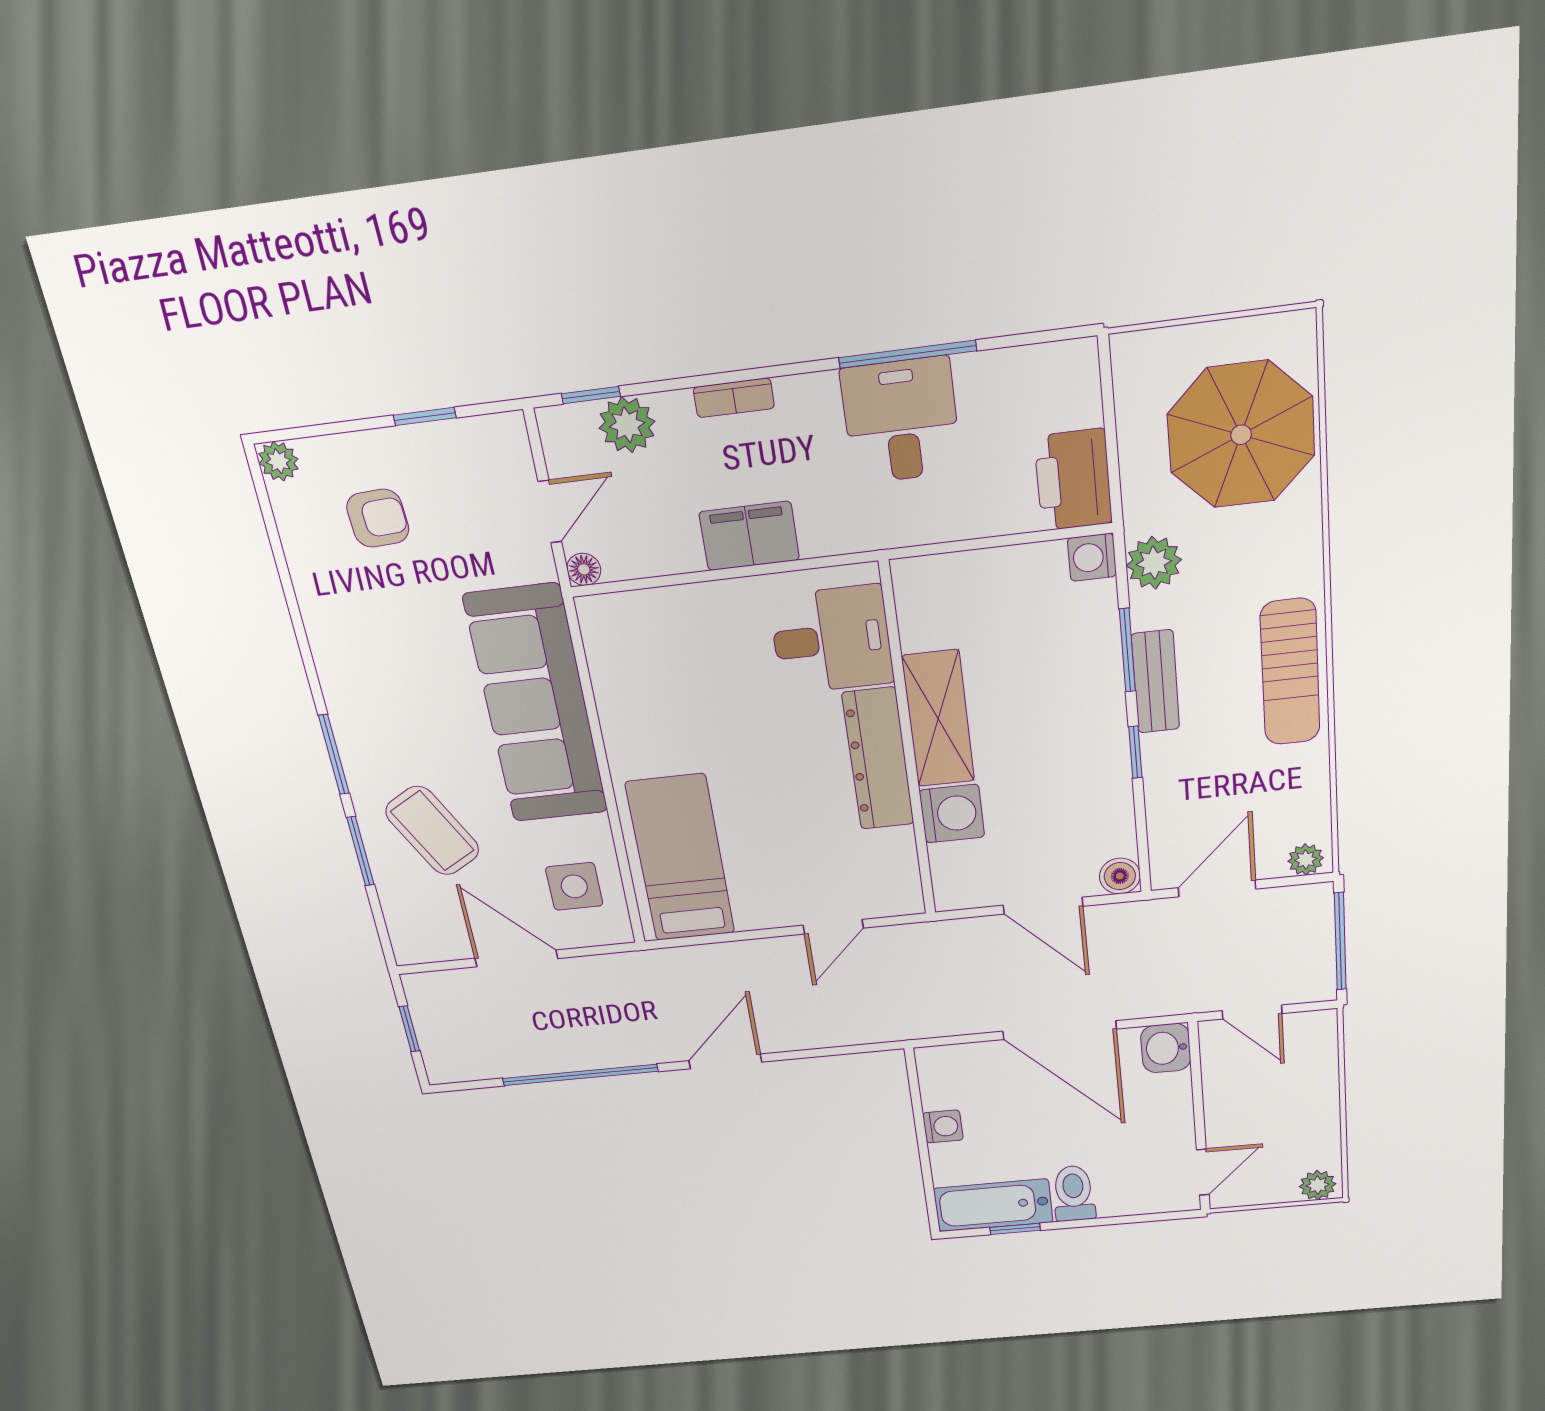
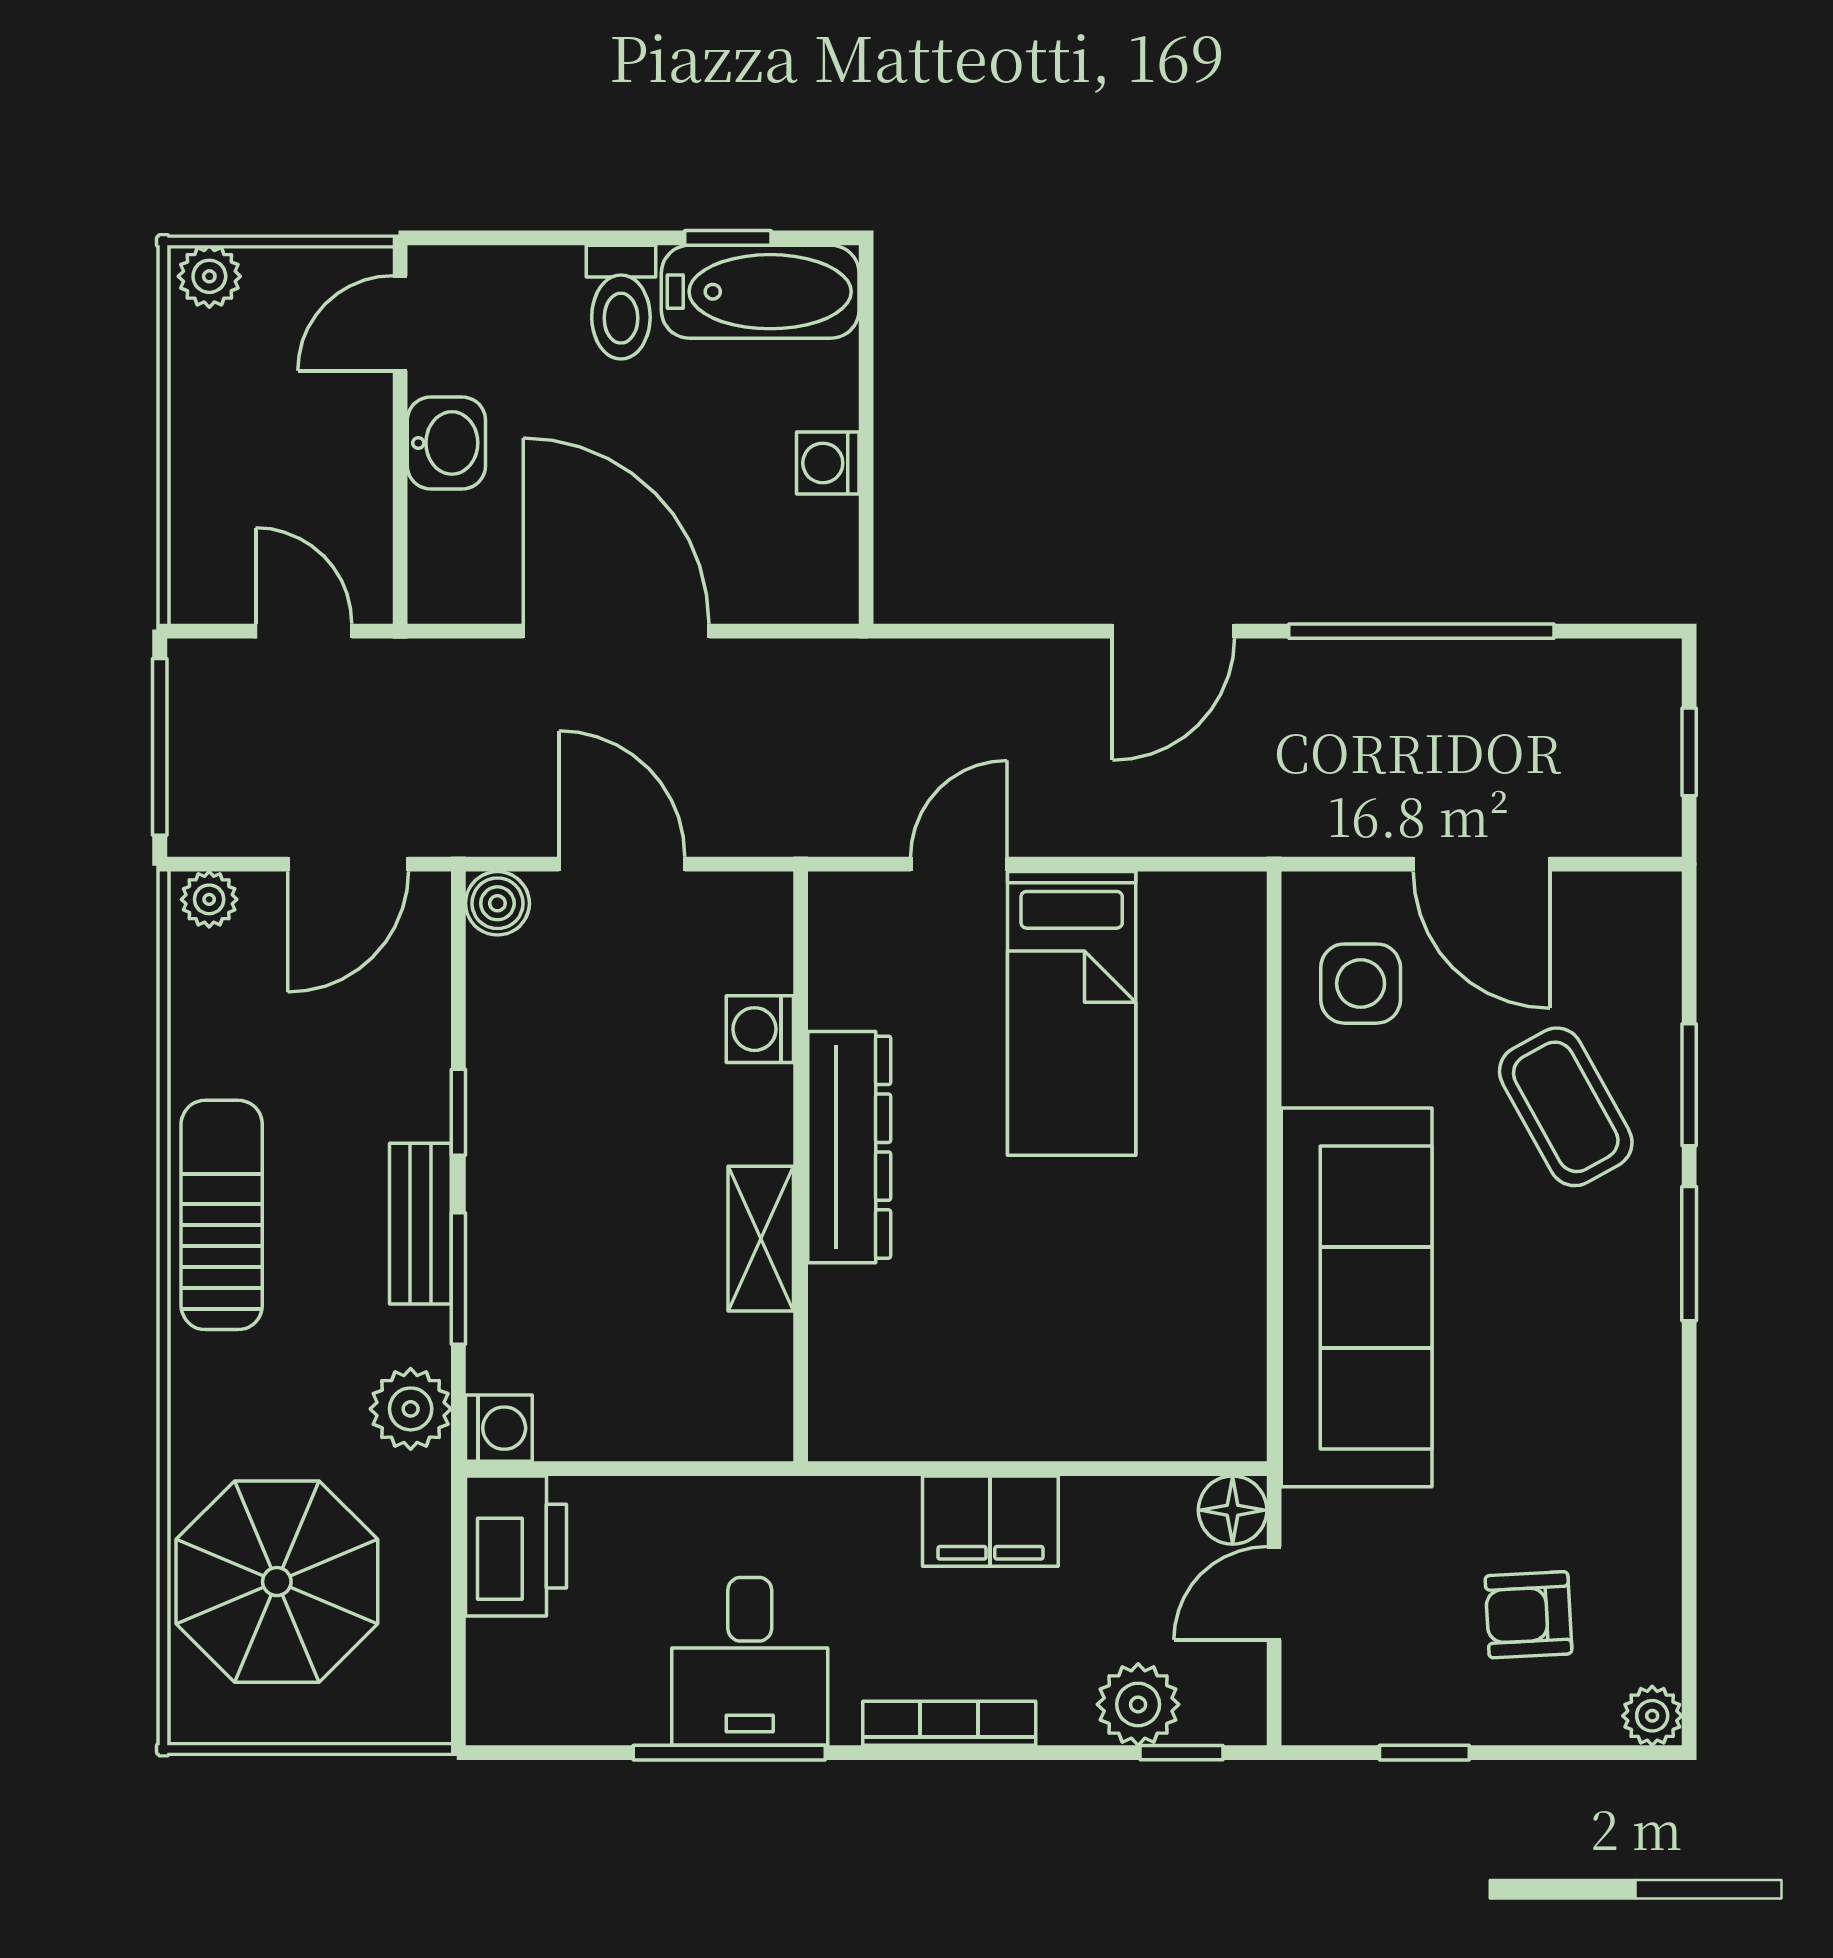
bookcase: (734, 398) -> (949, 1723), width x1.56
floor lamp: (584, 569) -> (1233, 1510), width x1.37, depth x1.37
desk: (832, 640) -> (893, 1348), removed
shelving: (938, 719) -> (761, 1239), width x0.67, depth x0.75
washing machine: (952, 814) -> (760, 1029), width x0.73, depth x0.73
bed: (680, 858) -> (1072, 1013), moved
washbasin: (1166, 1048) -> (446, 443), moved

